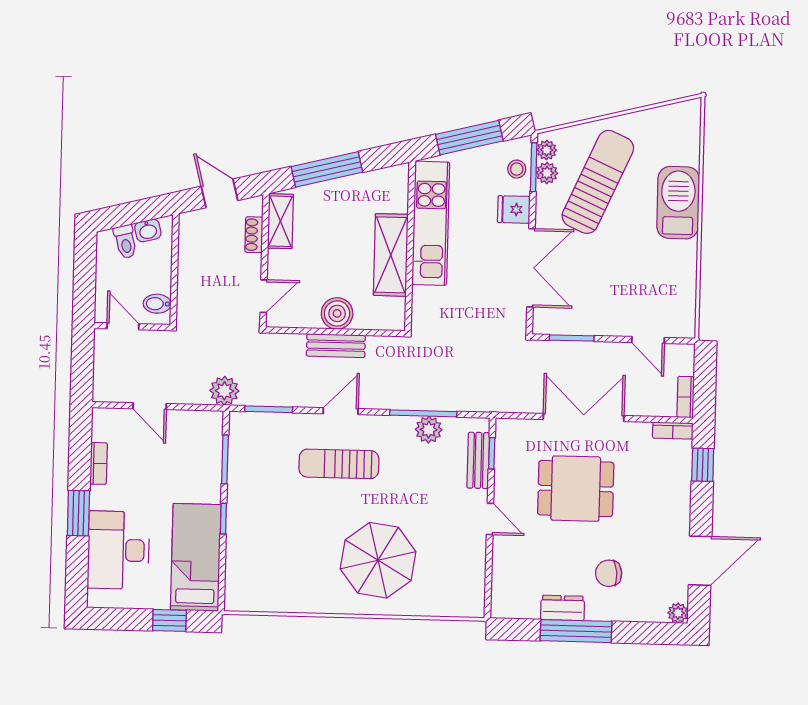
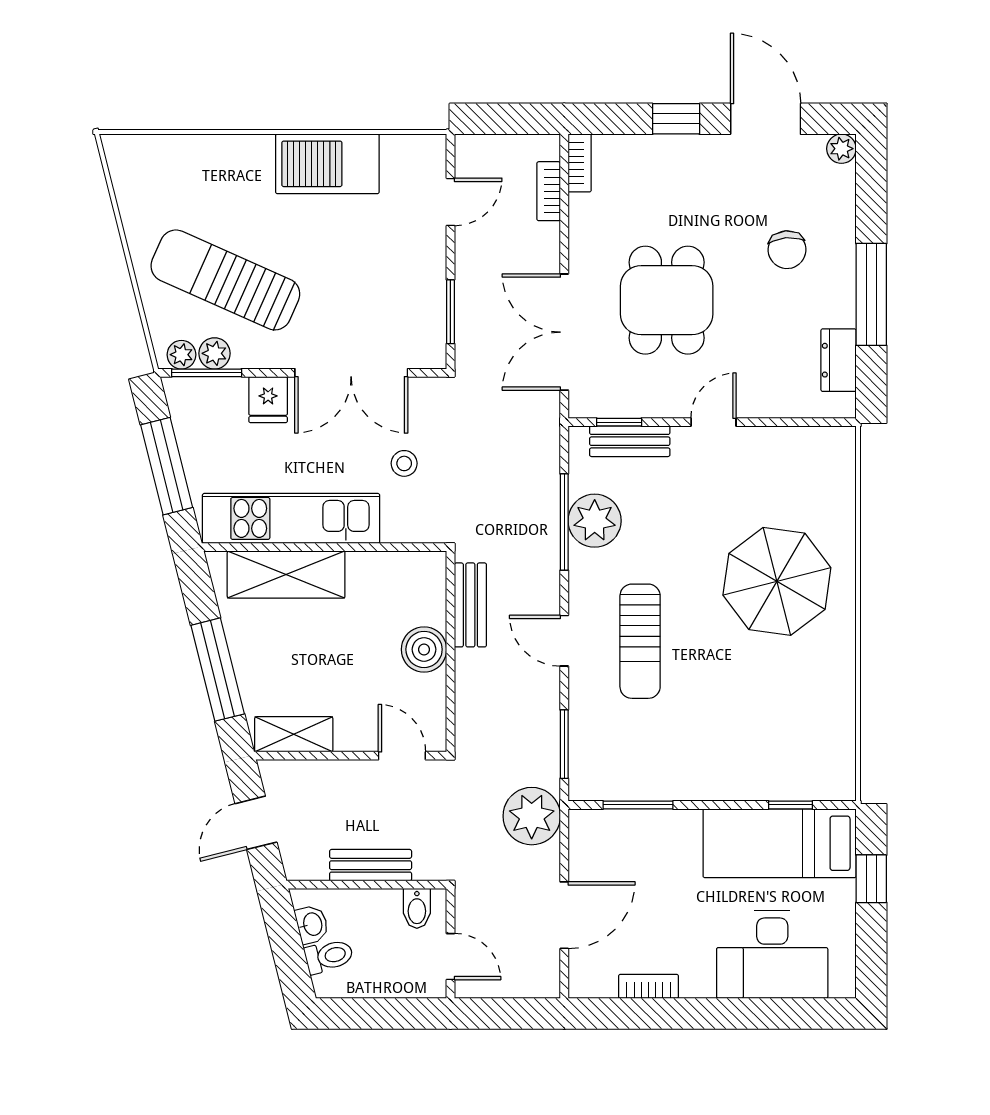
stool: (517, 169) -> (404, 463), moved
barbecue: (678, 203) -> (327, 164), moved
shoe rack: (254, 235) -> (314, 772), removed
shelving: (391, 255) -> (286, 575), moved
double door: (531, 268) -> (351, 373), swing flipped
bench: (188, 272) -> (371, 865), added
door: (123, 326) -> (450, 957), swing flipped
bench: (336, 346) -> (470, 605), moved
plant: (224, 391) -> (532, 816), width x1.36, depth x1.36
bookcase: (686, 397) -> (549, 191), moved, turned 90
door: (150, 406) -> (564, 915), width x1.38
double door: (584, 417) -> (564, 332), moved
plant: (429, 430) -> (595, 521), width x1.36, depth x1.36
window: (703, 465) -> (676, 119), moved
window: (78, 513) -> (720, 1013), removed
window: (223, 519) -> (790, 805), moved
dresser: (563, 608) -> (839, 360), moved

